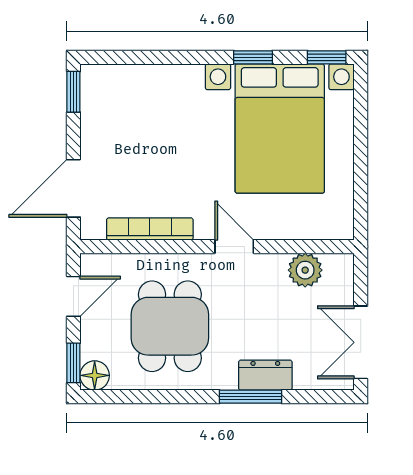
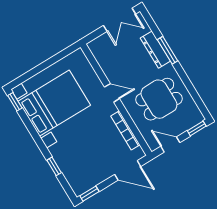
window: (253, 57) -> (54, 166), moved
door: (234, 247) -> (112, 93), swing flipped
plant: (305, 270) -> (104, 59), removed
floor lamp: (95, 375) -> (197, 117), removed
dresser: (265, 375) -> (155, 50), width x1.44

